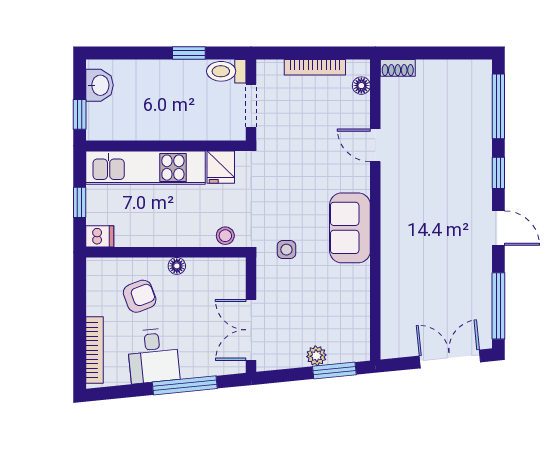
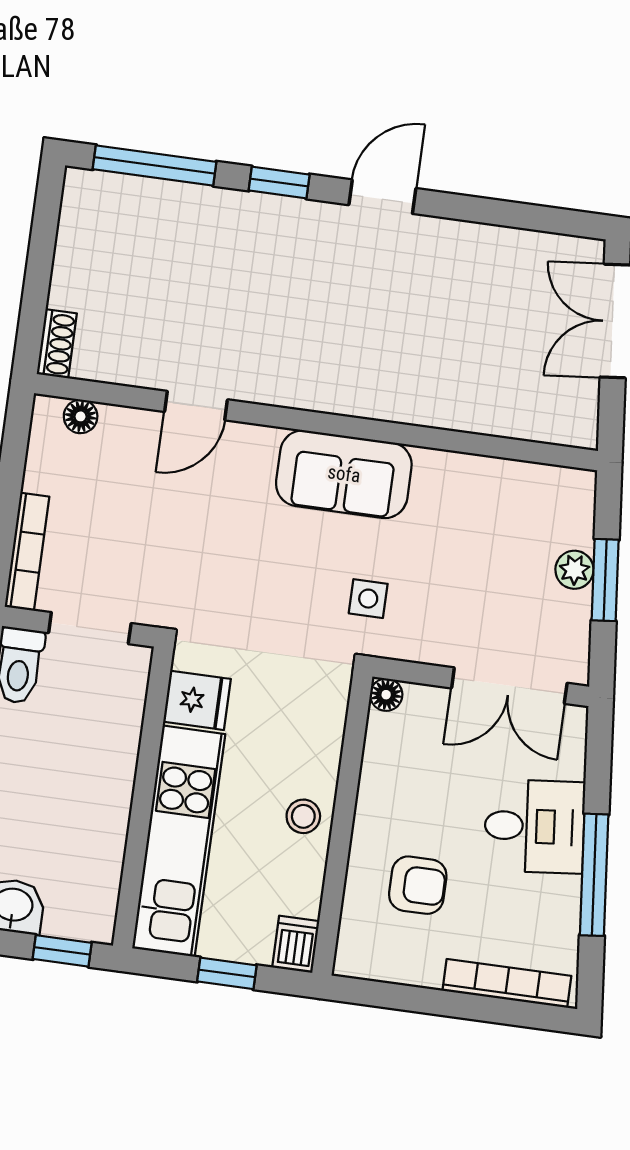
bookcase: (315, 67) -> (27, 552), moved
stool: (225, 236) -> (303, 816), moved
floor lamp: (177, 266) -> (386, 695), moved
armchair: (140, 296) -> (418, 885), turned 111
window: (498, 306) -> (528, 217), removed
desk: (153, 356) -> (535, 826), moved
window: (334, 370) -> (605, 580), moved
window: (185, 385) -> (594, 875), moved

